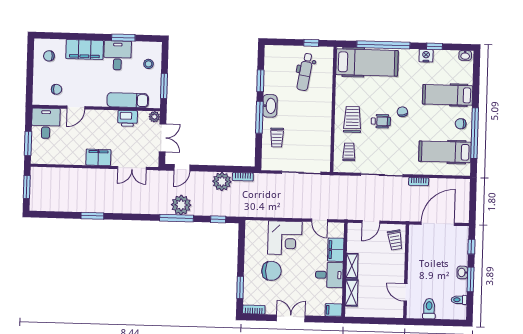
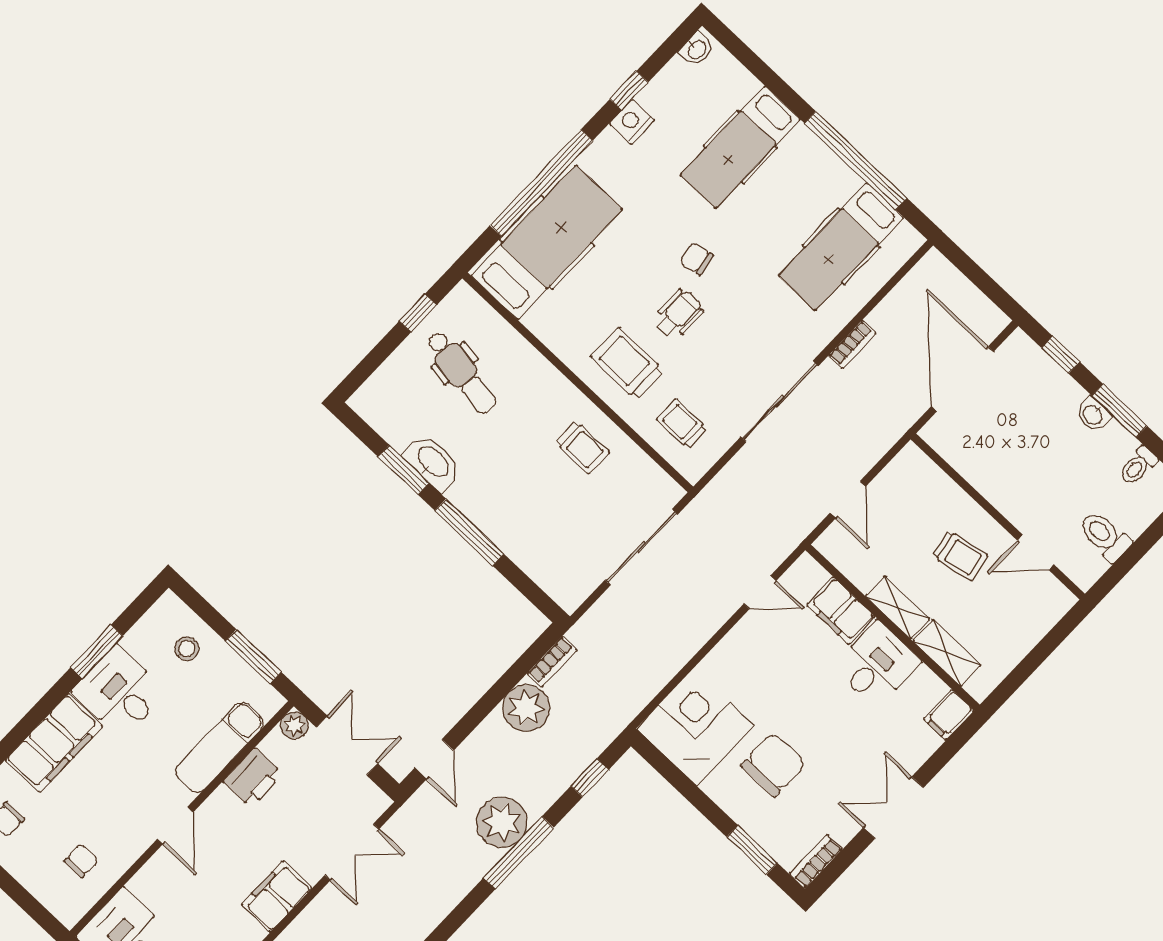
washbasin: (270, 106) -> (433, 462), moved
door: (76, 107) -> (175, 826), moved
chair: (461, 124) -> (815, 171), removed
trolley: (277, 137) -> (582, 447), moved
corner desk: (285, 238) -> (695, 727), moved, turned -90
trolley: (395, 240) -> (960, 556), moved

